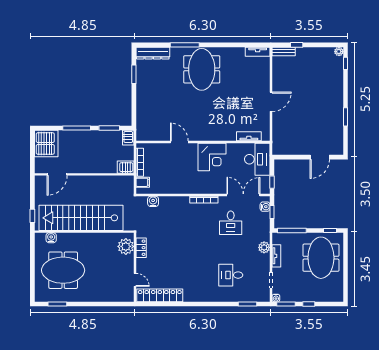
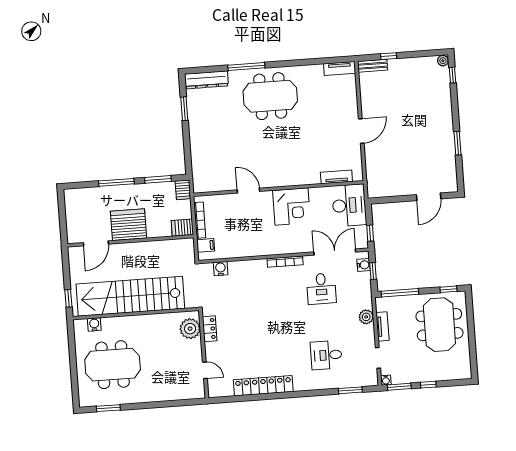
meeting table: (202, 69) -> (270, 96), turned 90
server rack: (46, 143) -> (129, 225), moved, turned -90
locker: (160, 295) -> (263, 386), moved

